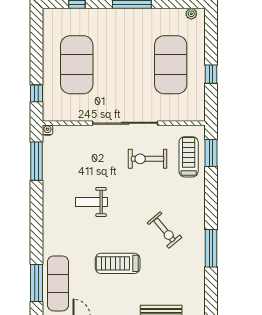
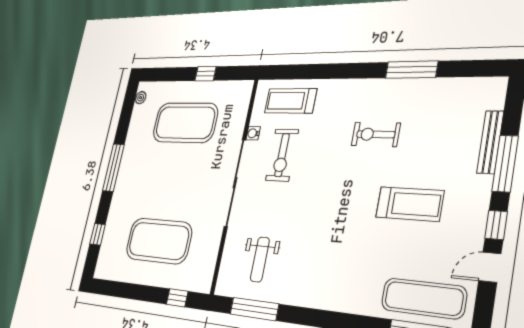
water cooler: (48, 130) -> (253, 133), moved
window: (211, 153) -> (292, 72), removed
weight bench: (92, 202) -> (260, 259), moved
exercise bike: (165, 230) -> (376, 134), turned -140
treadmill: (118, 263) -> (410, 204), turned -90

